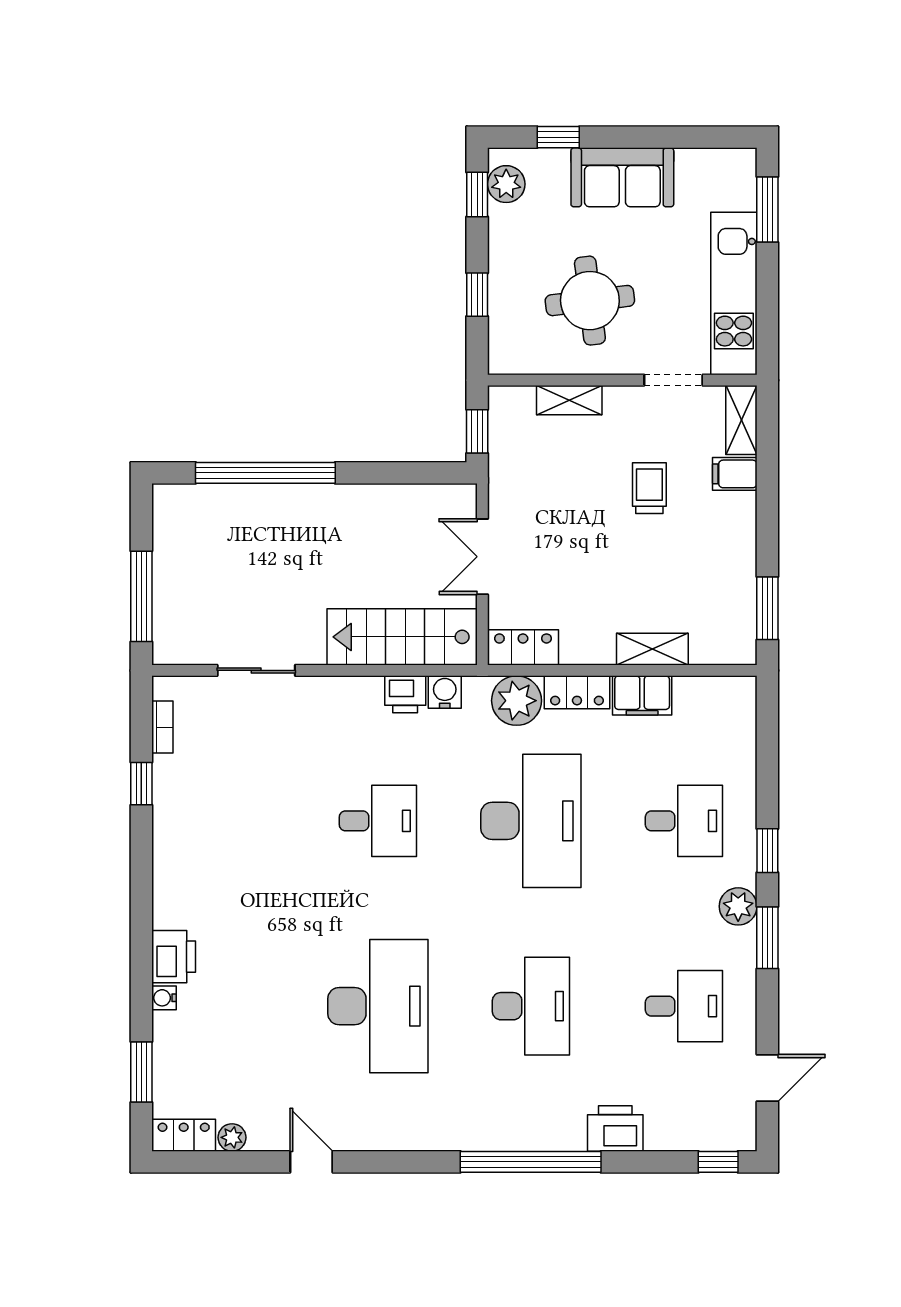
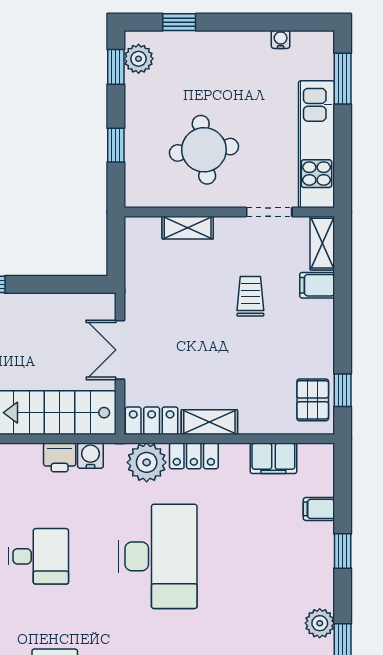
water cooler: (688, 159) -> (281, 39), added
sofa: (622, 177) -> (229, 53), removed
window: (477, 431) -> (116, 252), removed
window: (767, 608) -> (343, 390), width x0.67
pallet: (729, 621) -> (313, 400), added
shelving: (652, 649) -> (209, 422), moved
filing cabinet: (642, 695) -> (273, 458), moved
filing cabinet: (737, 760) -> (319, 509), added
desk: (684, 821) -> (277, 556), removed
window: (767, 851) -> (343, 551), moved

